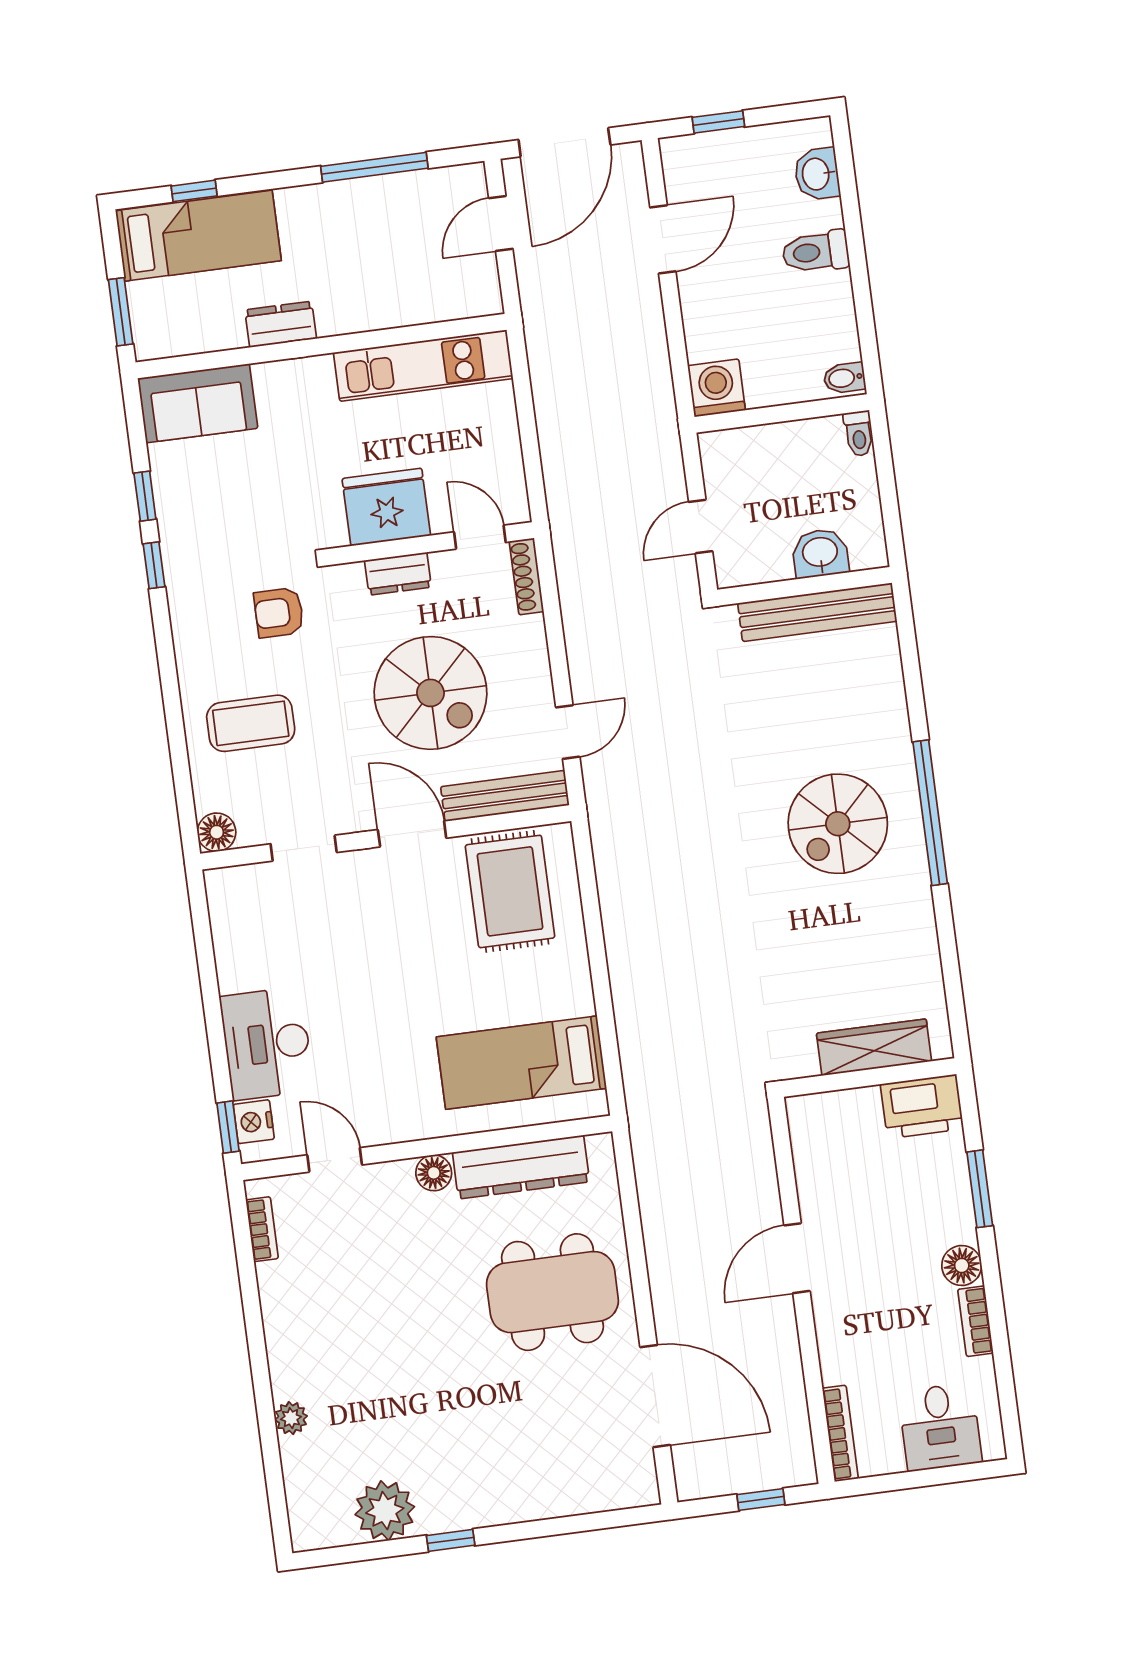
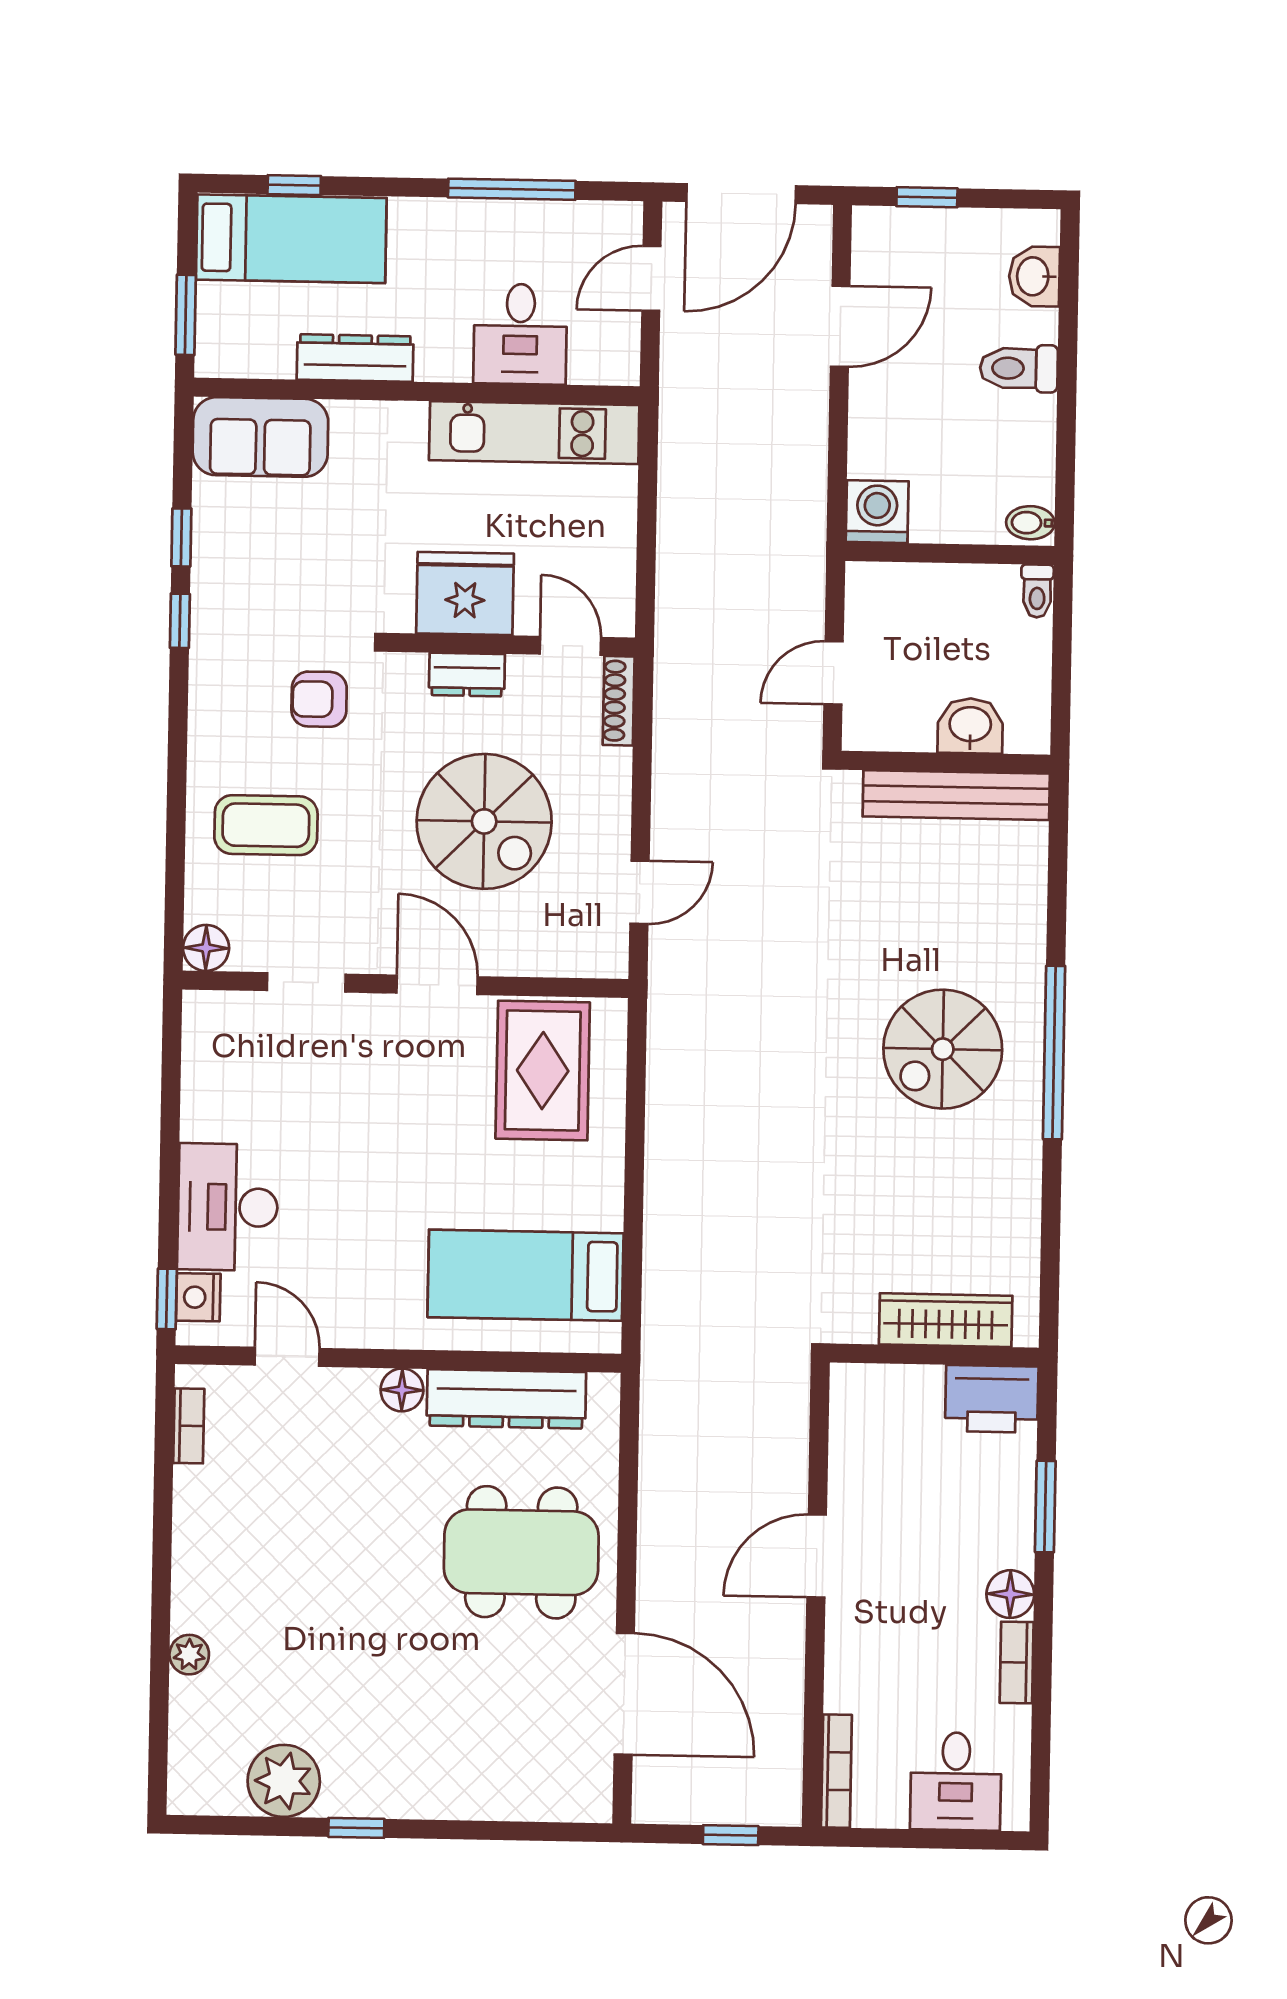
desk: (400, 286) -> (520, 334), added
dresser: (281, 324) -> (355, 358), width x1.44
bench: (505, 796) -> (554, 957), removed

